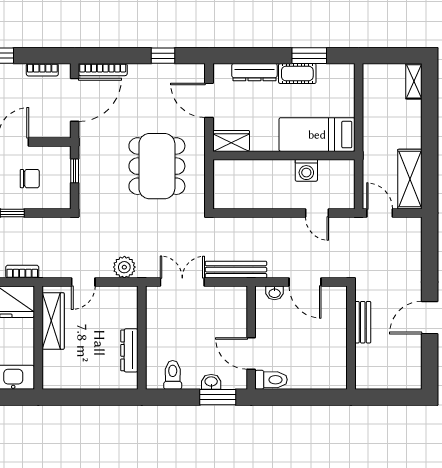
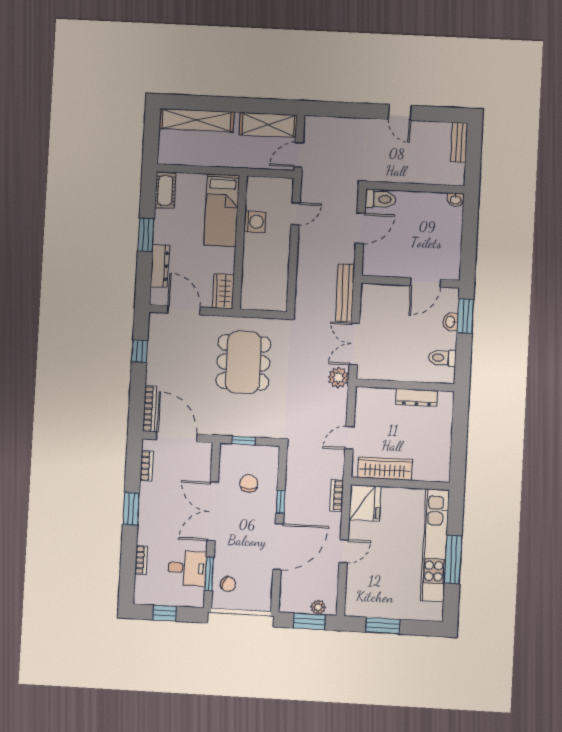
window: (309, 56) -> (146, 235), moved
cot: (297, 74) -> (165, 191), moved
shelving: (414, 81) -> (197, 120), width x2.20, depth x1.33
door: (209, 100) -> (184, 310), swing flipped
dining table: (157, 166) -> (243, 362), turned 90
plant: (124, 267) -> (338, 378), moved
door: (83, 282) -> (349, 438), swing flipped
washbasin: (275, 293) -> (456, 200), moved, turned 90
door: (430, 318) -> (400, 112), width x0.73
bench: (363, 322) -> (459, 142), moved, turned 90
toilet: (271, 380) -> (381, 199), moved, turned 90

